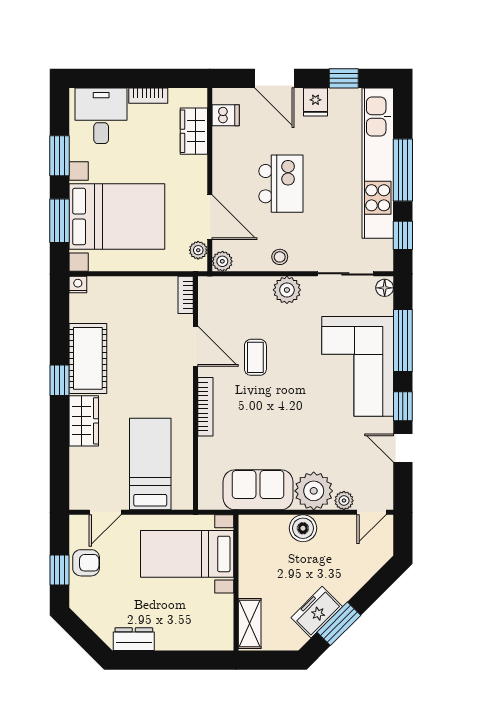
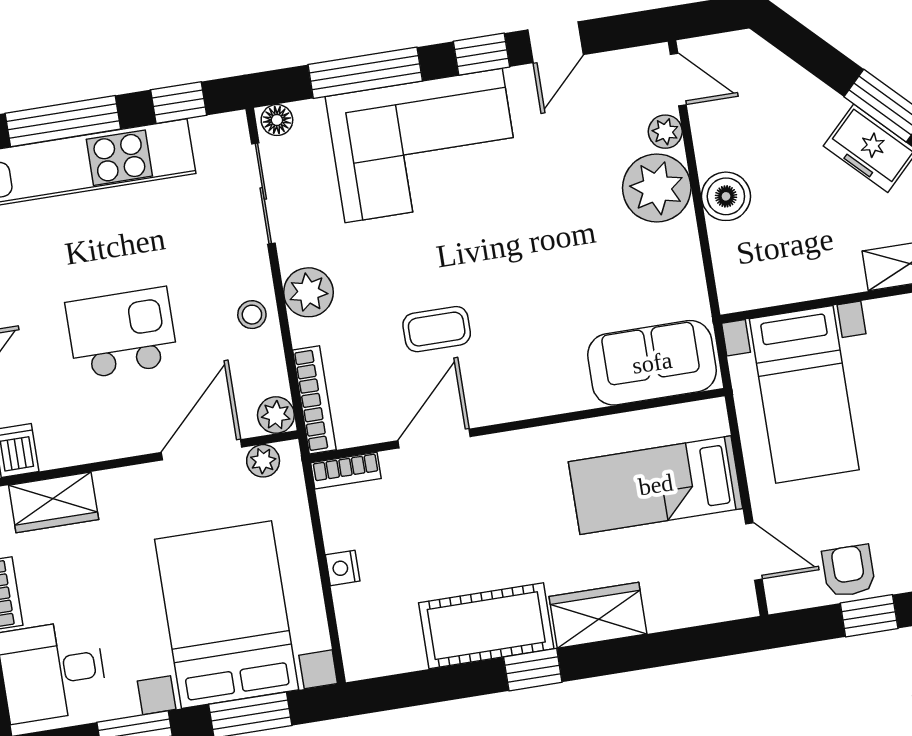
nightstand: (78, 285) -> (343, 568), moved
bookcase: (205, 407) -> (314, 400), moved, turned 90
sofa: (258, 490) -> (652, 363), moved, turned 90

